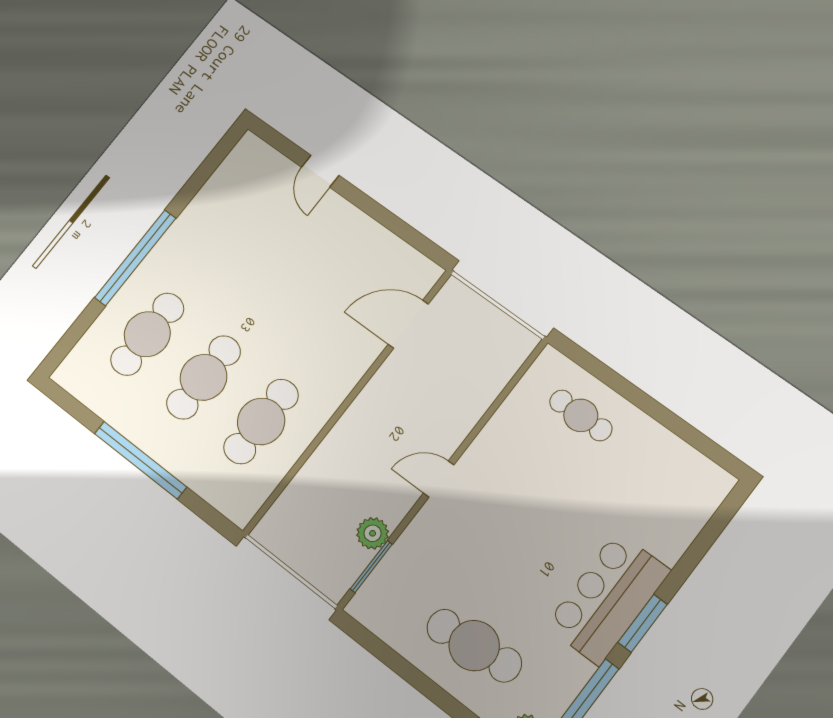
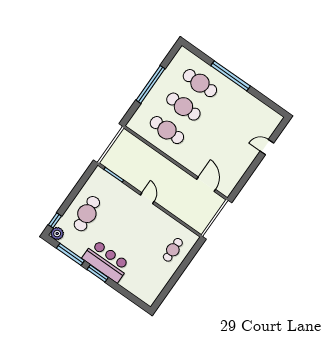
plant: (373, 533) -> (126, 175), removed

